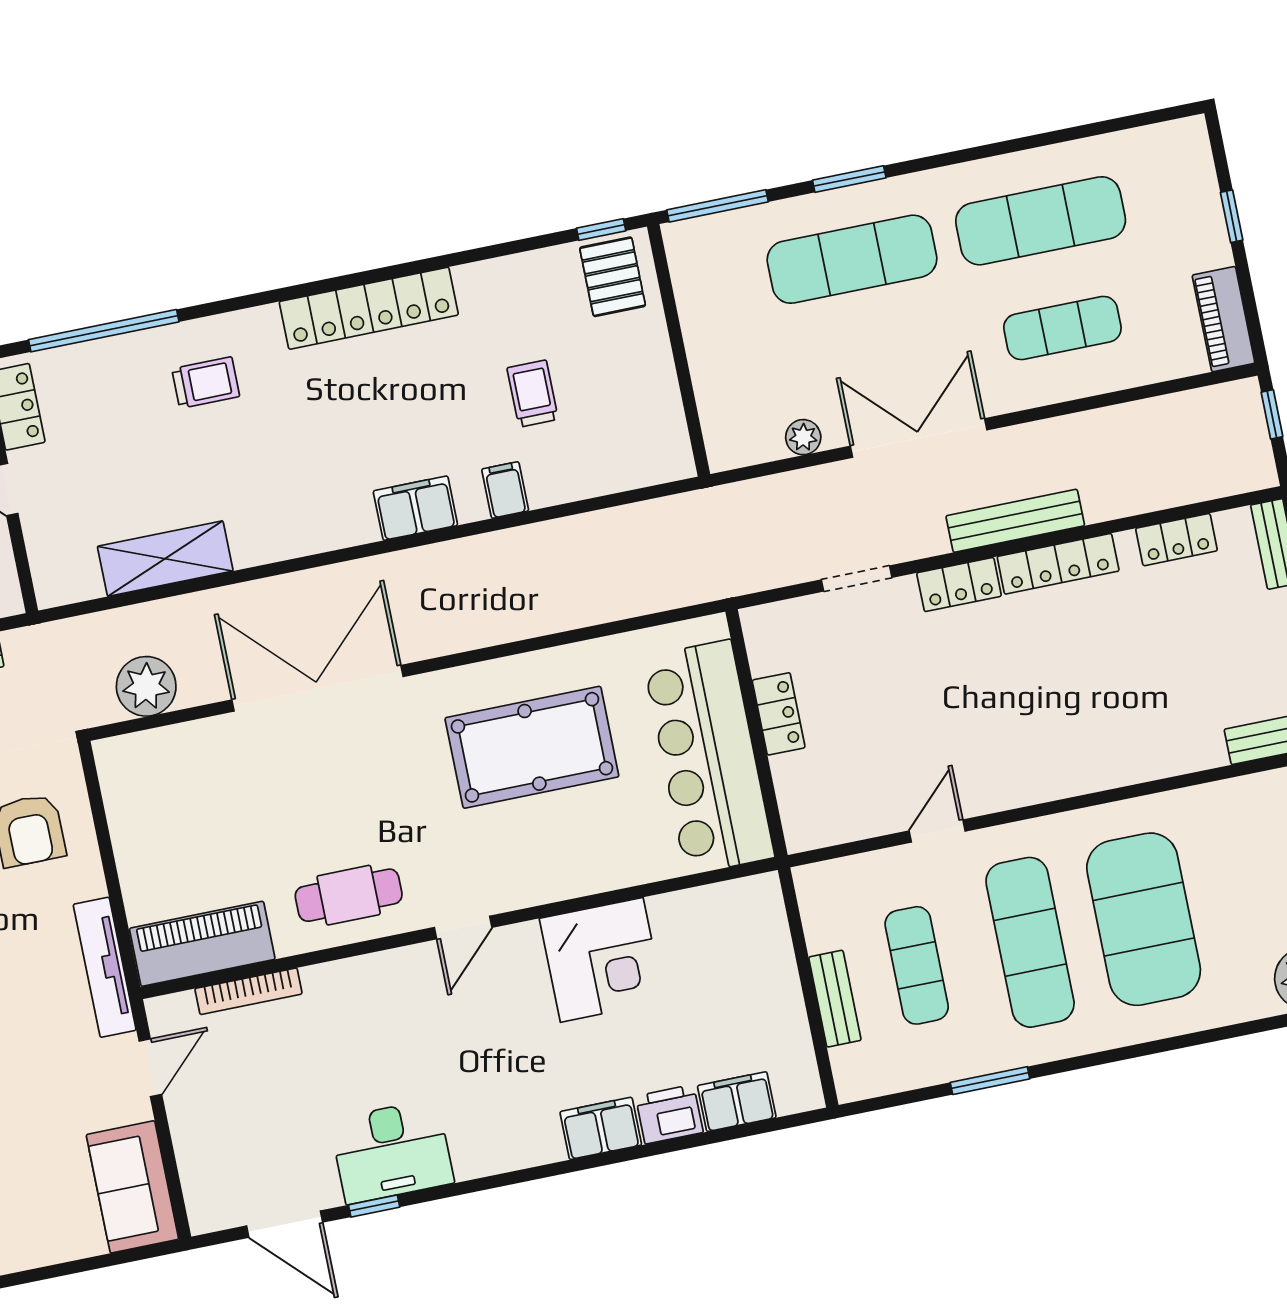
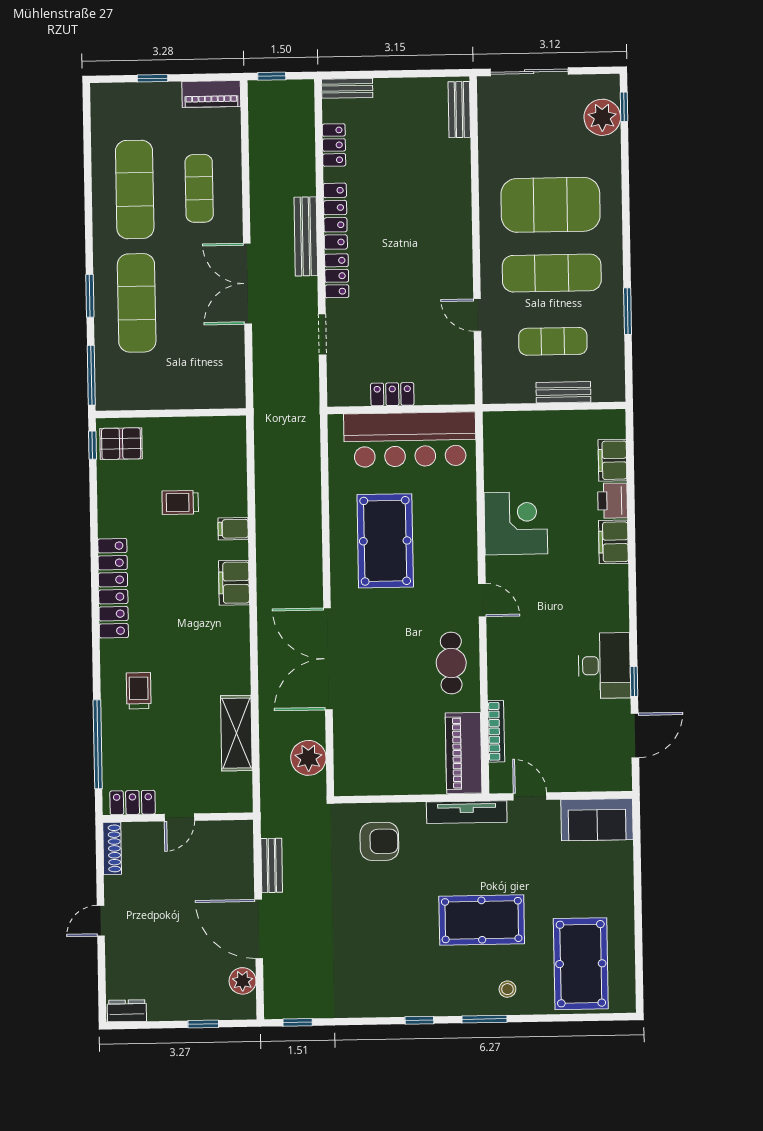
plant: (803, 437) -> (235, 350), removed

